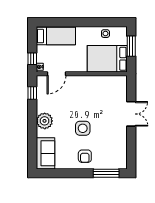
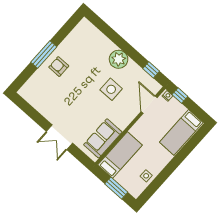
bed: (107, 59) -> (120, 155), width x0.67
side table: (83, 128) -> (111, 89), moved
sofa: (45, 153) -> (103, 138), moved, turned 90
window: (106, 173) -> (44, 55), moved

